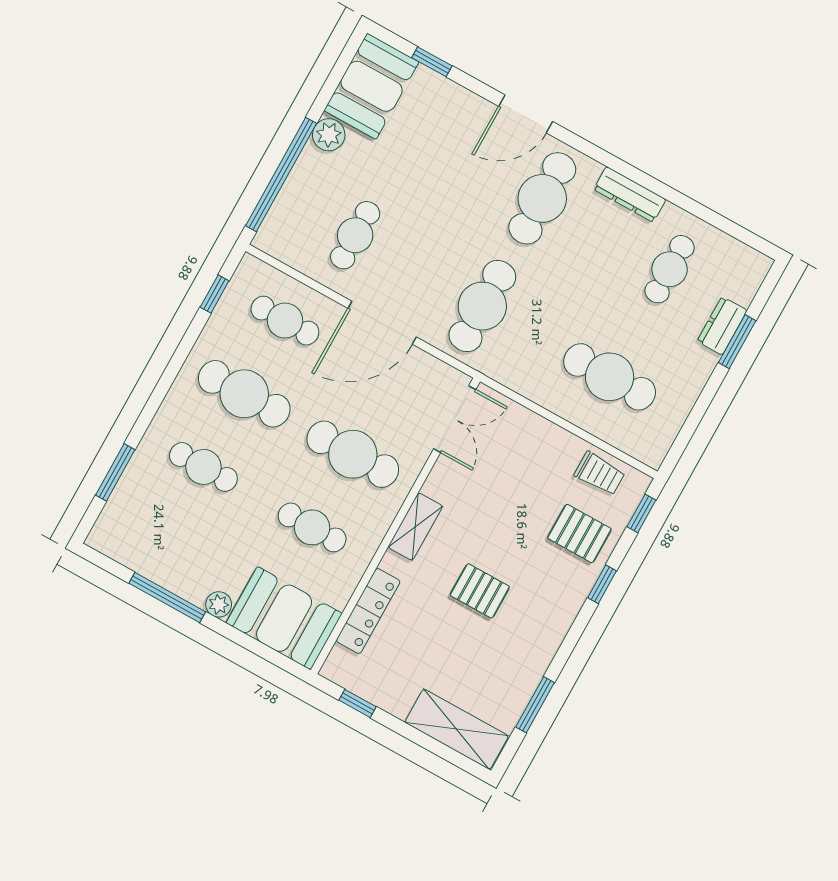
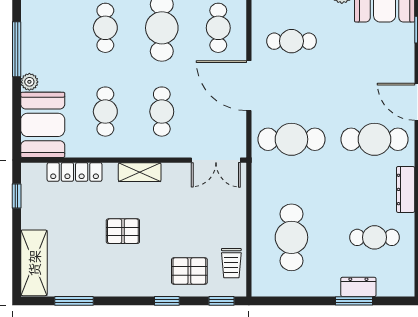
cafe table: (353, 454) -> (162, 112), width x0.73, depth x0.74
pallet: (579, 533) -> (189, 271), turned 90
pallet: (480, 591) -> (123, 231), turned 90

